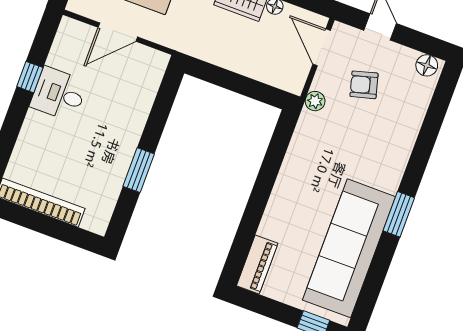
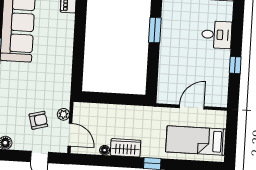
desk: (59, 94) -> (217, 35), moved
plant: (315, 101) -> (63, 114), moved

